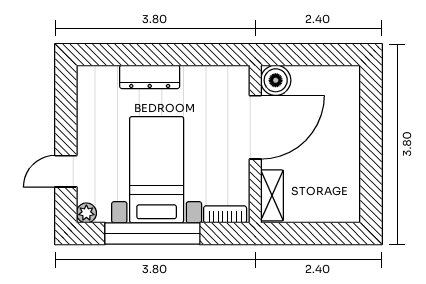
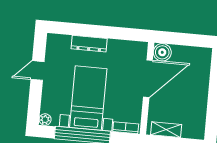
door: (66, 171) -> (38, 71), moved
shelving: (272, 195) -> (166, 130), moved, turned 90

